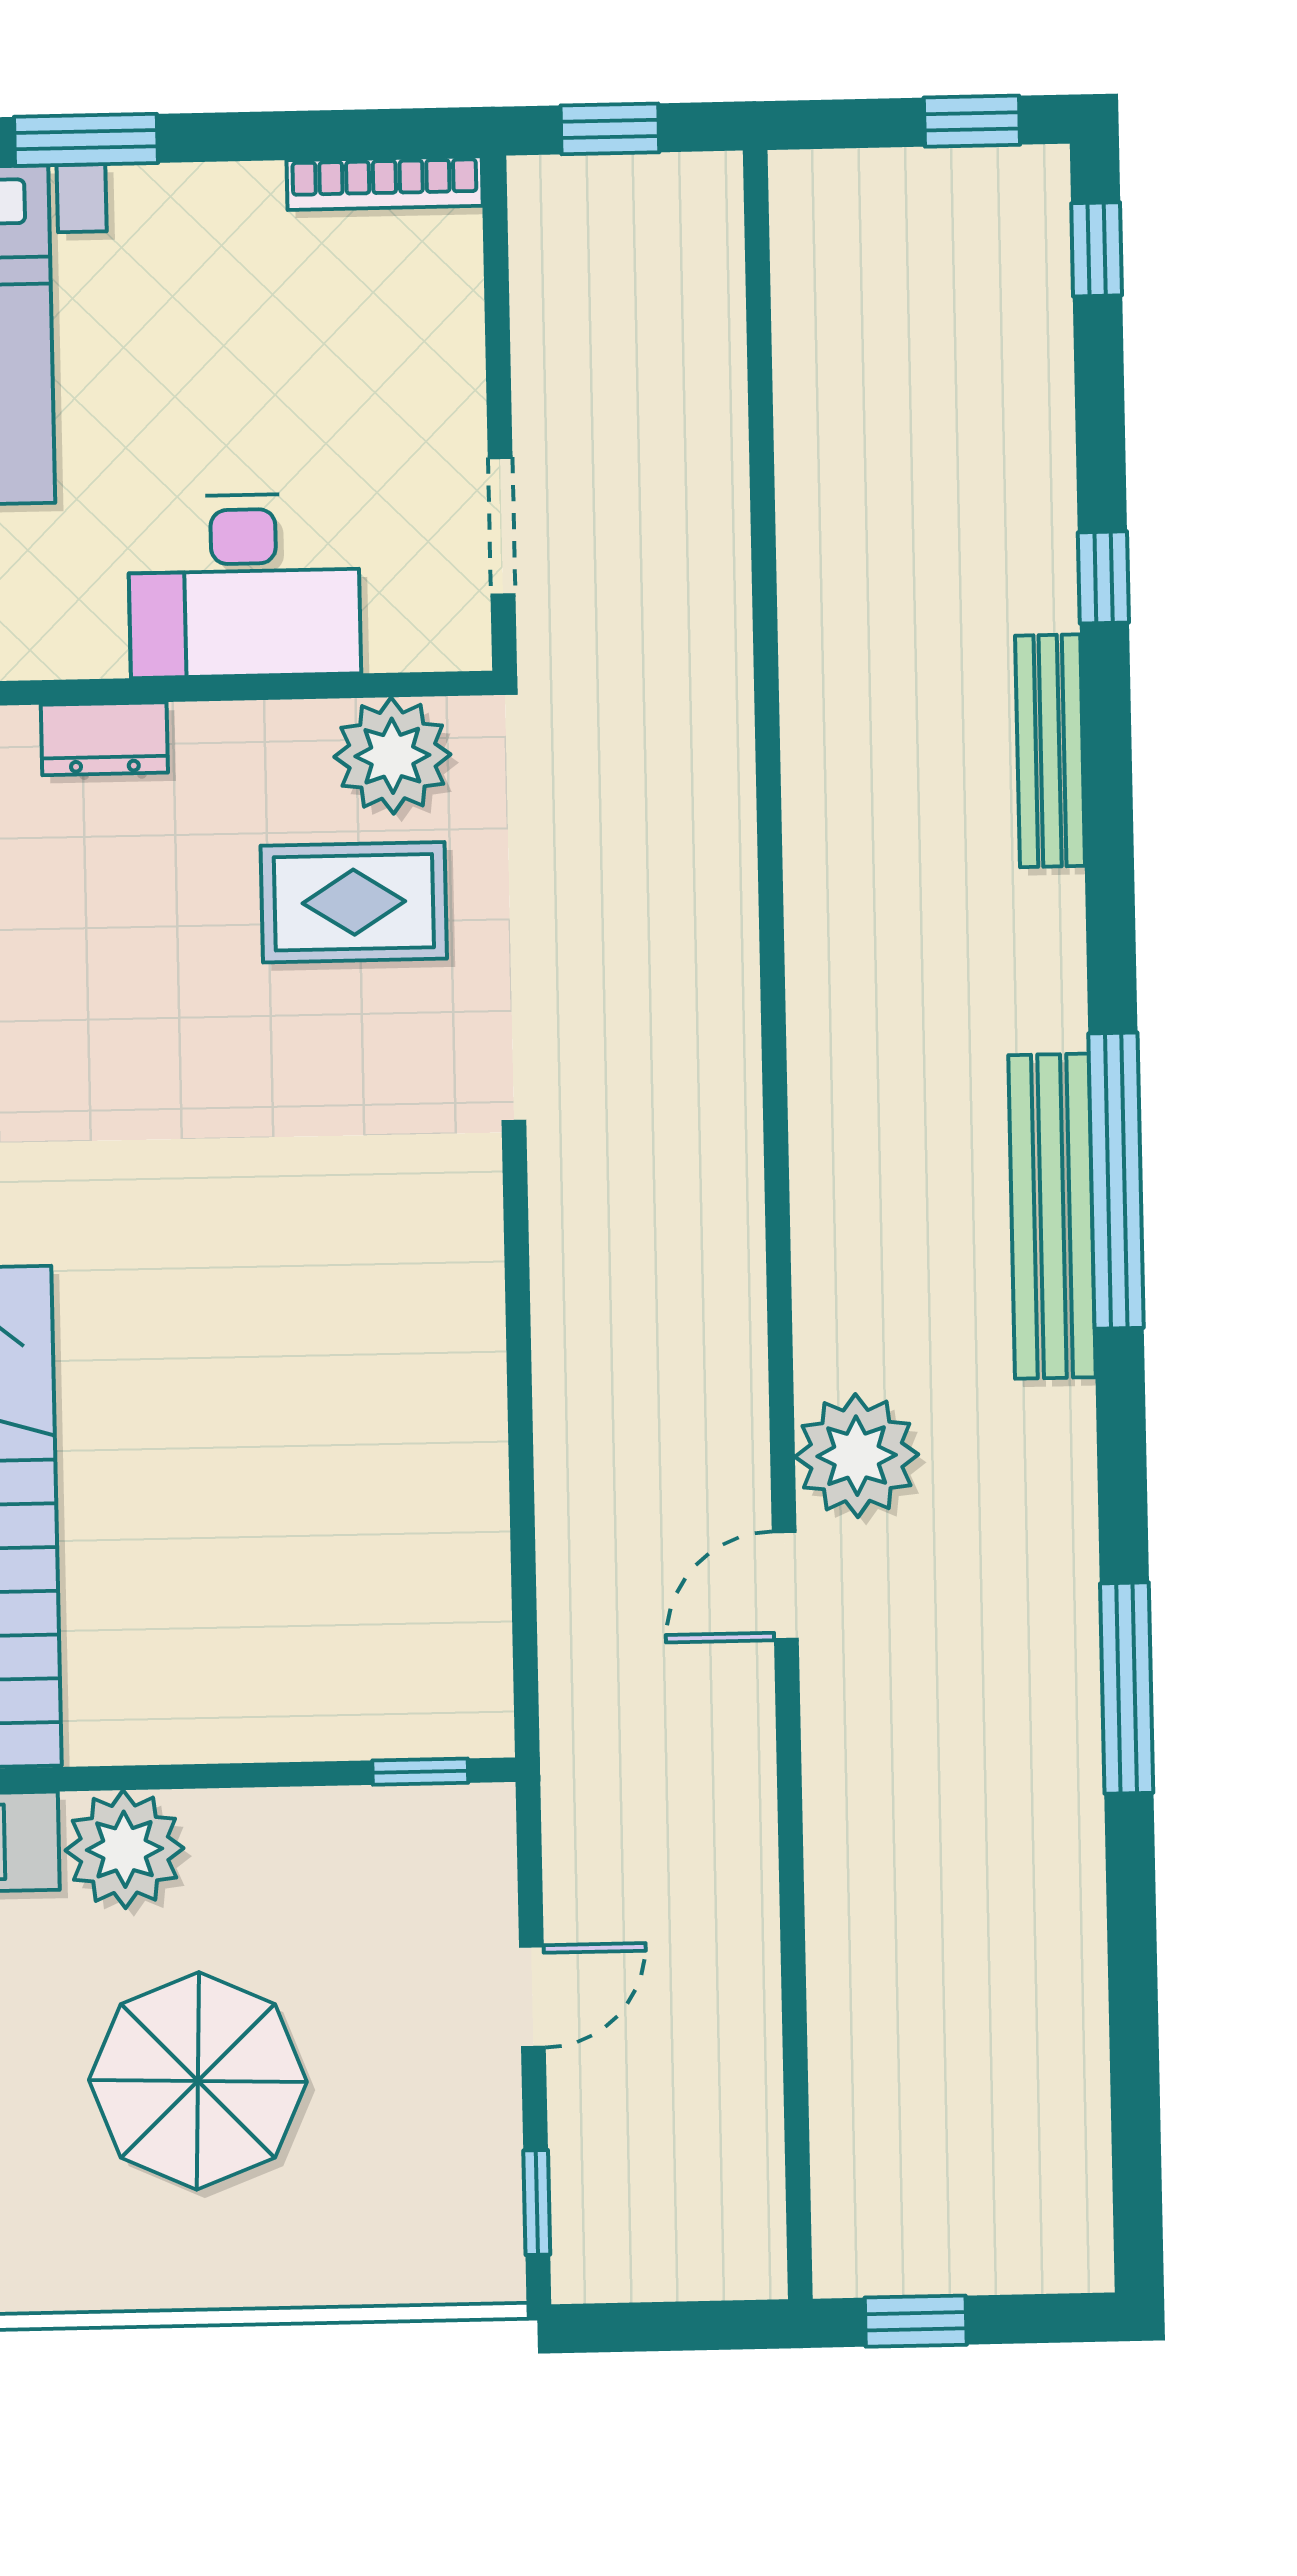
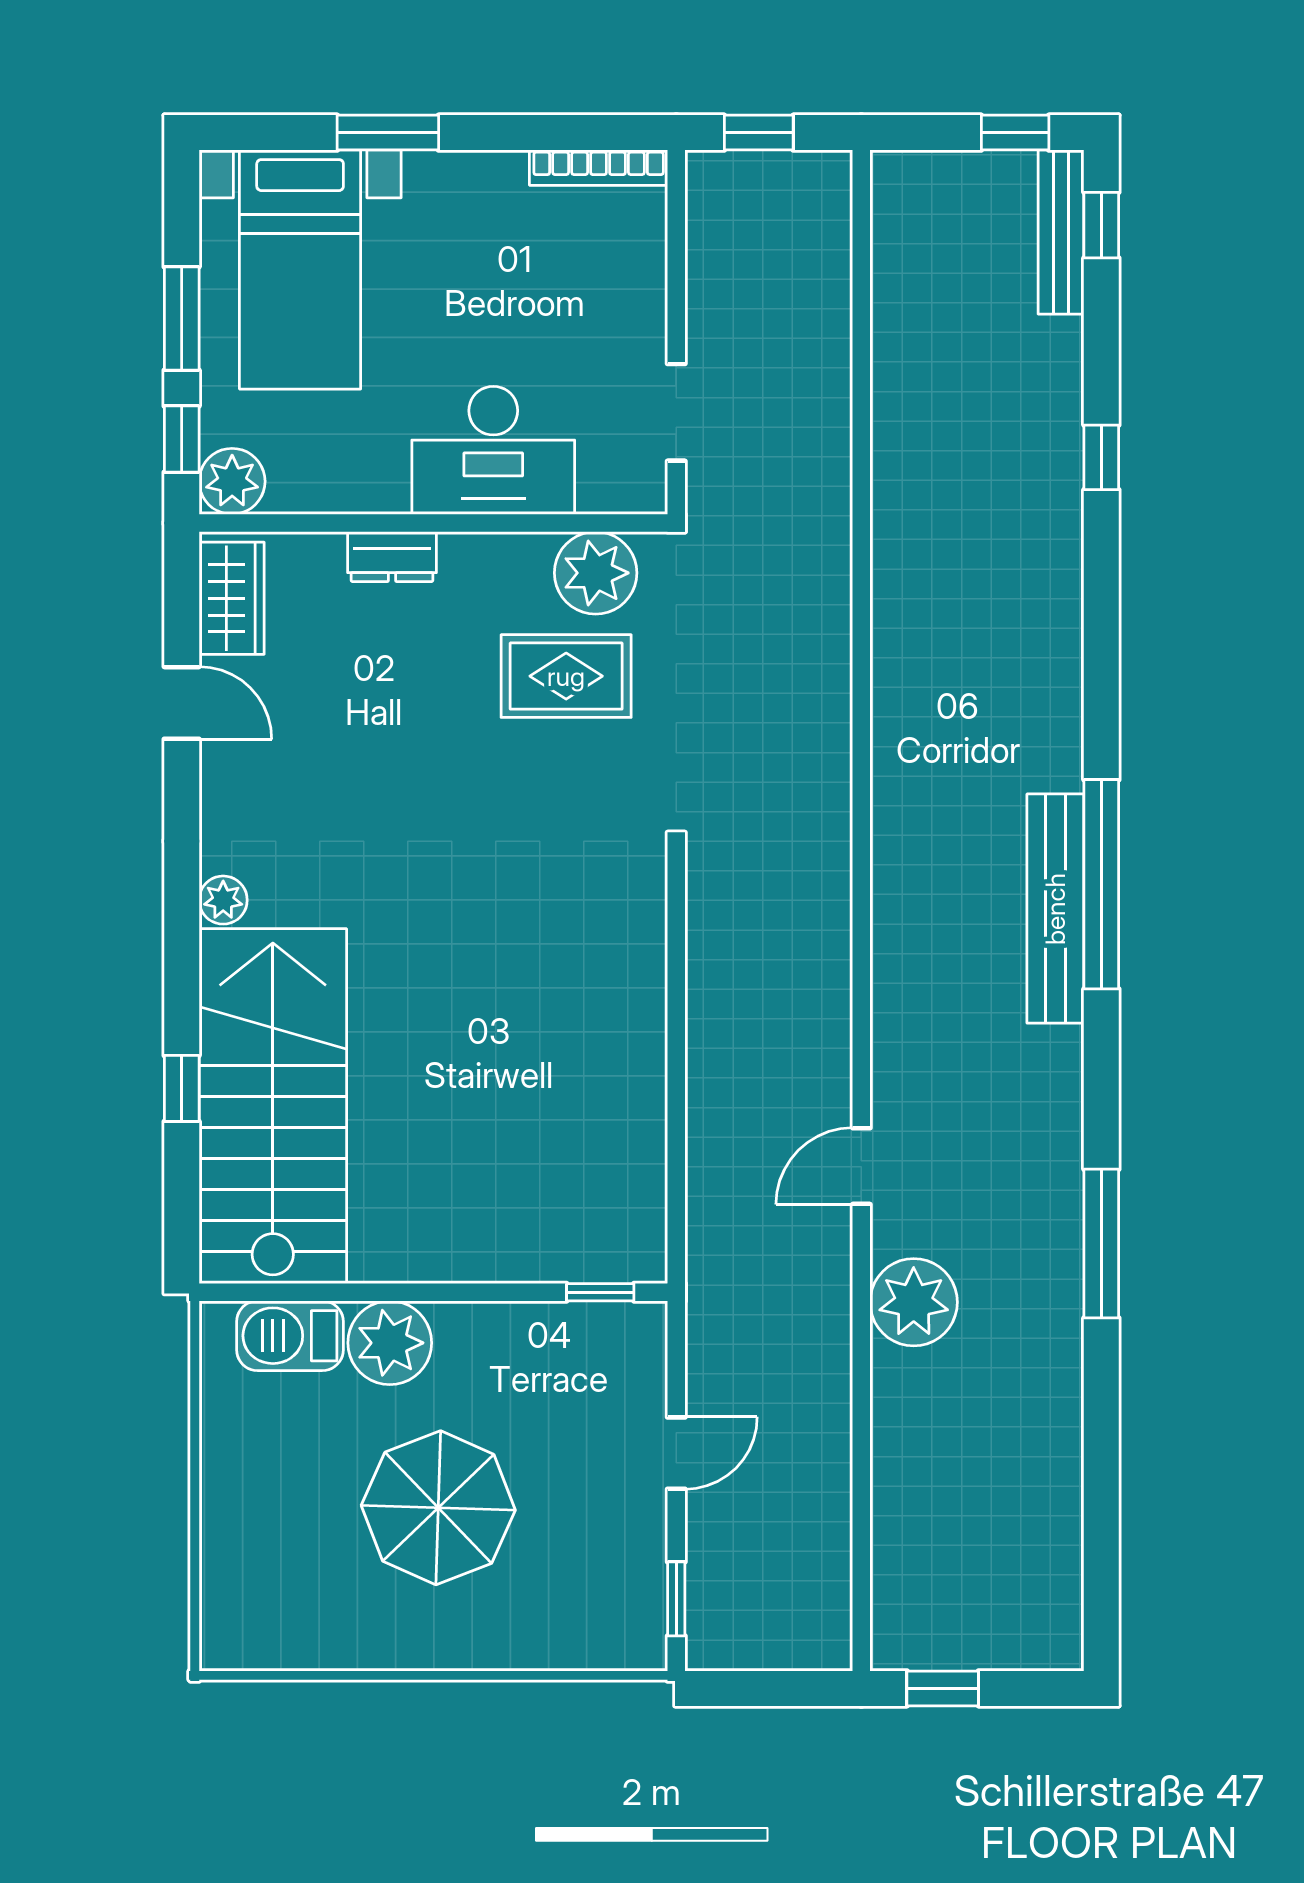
bench: (1050, 751) -> (1061, 232), moved
plant: (857, 1456) -> (914, 1302), moved

